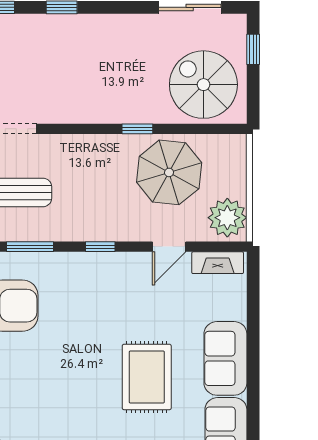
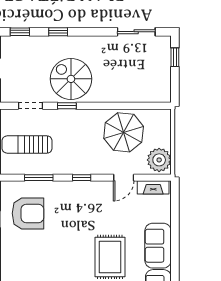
spiral stairs: (203, 85) -> (71, 79), moved
window: (137, 129) -> (67, 106), moved

